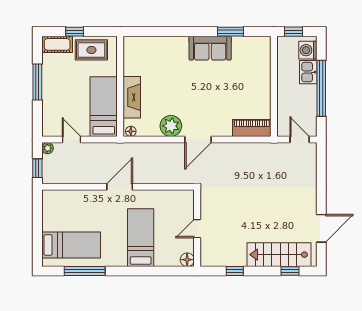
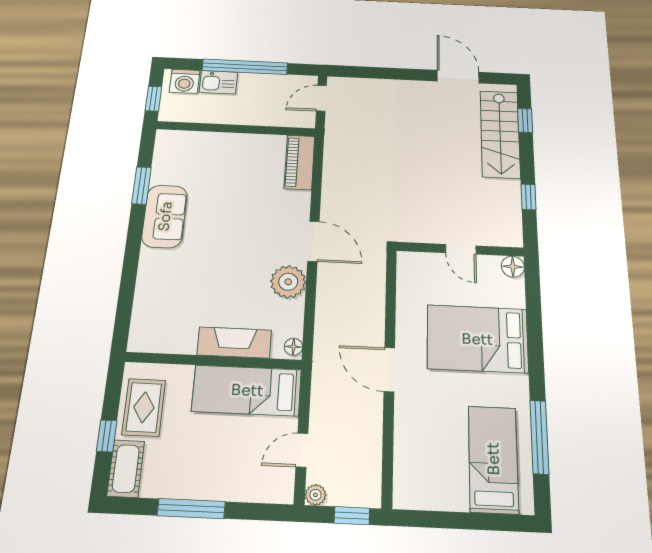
bed: (141, 238) -> (477, 339), width x1.50

